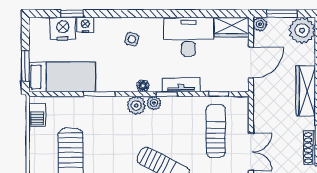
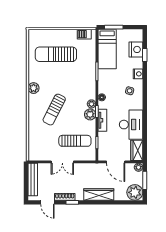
nightstand: (85, 25) -> (138, 74), moved
plant: (136, 105) -> (90, 114), moved

